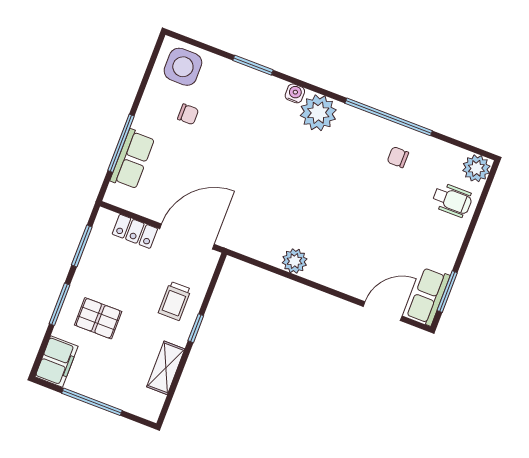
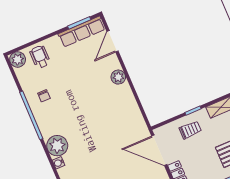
plant: (295, 261) -> (118, 77), moved
row of seats: (428, 296) -> (82, 32), width x1.48
door: (383, 311) -> (113, 41), hinge flipped

